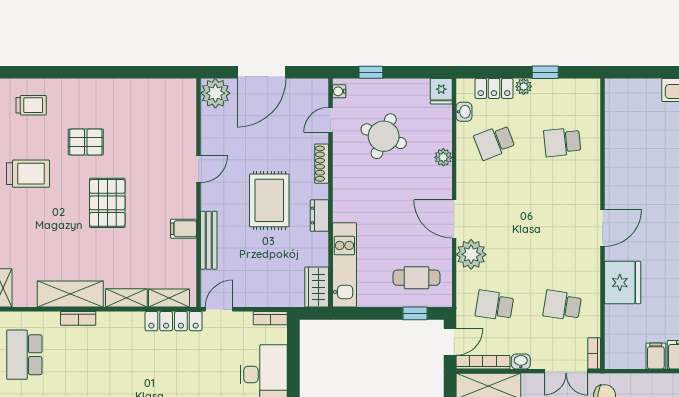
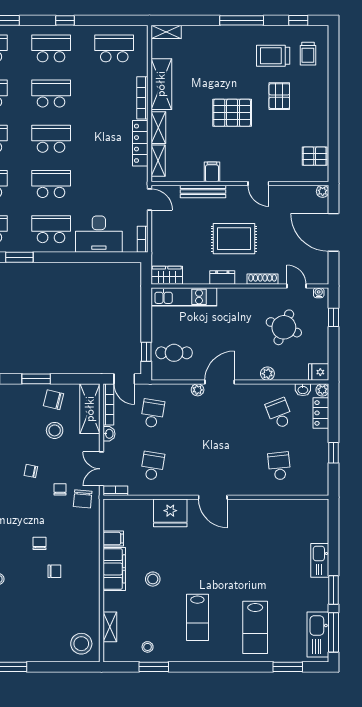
plant: (524, 87) -> (322, 390), moved
plant: (215, 93) -> (323, 191), width x0.53, depth x0.53
pallet: (163, 97) -> (315, 156), added
trolley: (28, 174) -> (273, 56), moved, turned 90
plant: (471, 254) -> (198, 390), width x0.53, depth x0.53
cafe table: (416, 278) -> (174, 353), turned 90
bookcase: (78, 318) -> (142, 98), width x1.56
locker: (174, 321) -> (140, 143), moved

